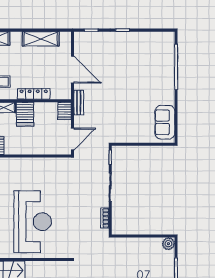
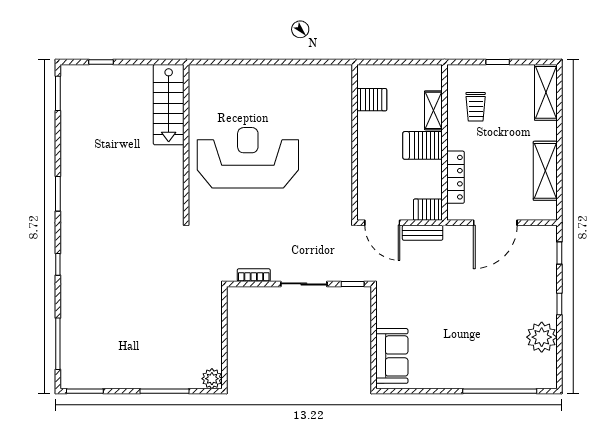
plant: (143, 41) -> (542, 337), added
locker: (34, 94) -> (456, 177), moved
bench: (79, 103) -> (423, 233), moved
sofa: (165, 122) -> (392, 356), moved, turned 90
reception desk: (33, 222) -> (248, 158), turned 180

